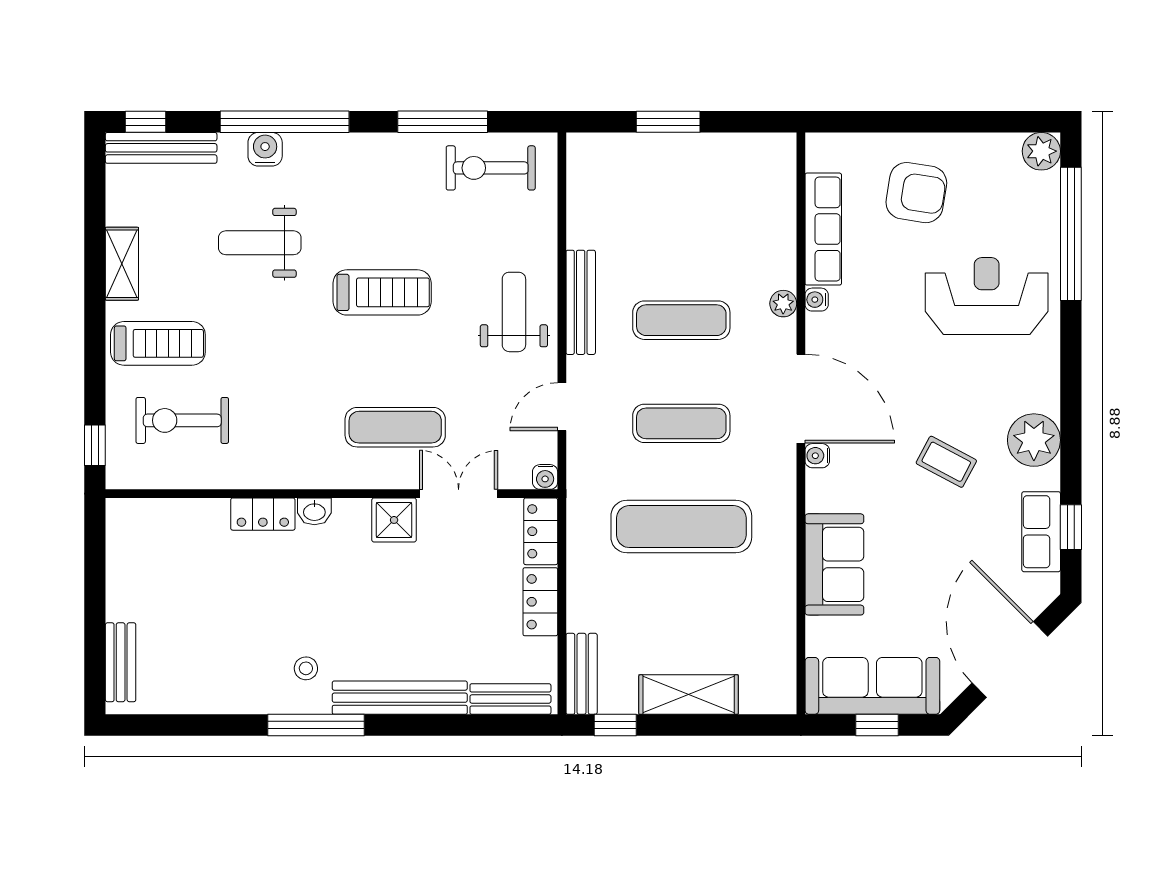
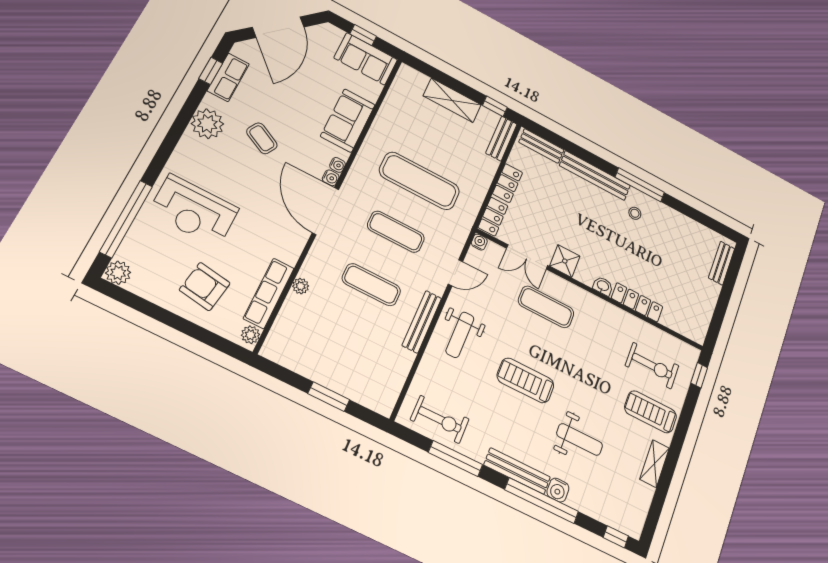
bench: (161, 148) -> (517, 471), moved
plant: (820, 155) -> (251, 335), added
water cooler: (817, 300) -> (338, 165), moved
plant: (783, 304) -> (301, 286), moved
locker: (263, 514) -> (637, 302), width x1.53
sofa: (872, 686) -> (366, 59), width x0.73

